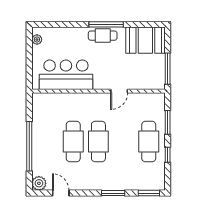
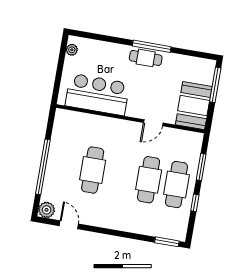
booth: (145, 40) -> (194, 106), moved, turned 90
window: (168, 69) -> (215, 85), moved
cafe table: (98, 142) -> (149, 180), moved
window: (113, 193) -> (127, 235), removed

